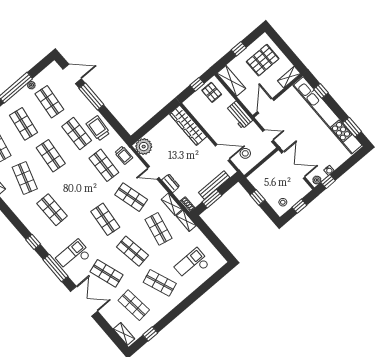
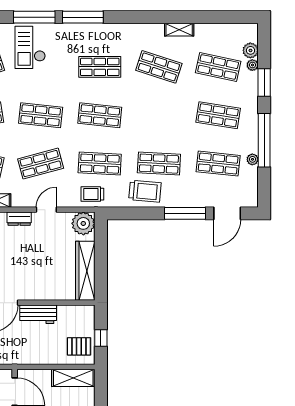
workbench: (239, 115) -> (38, 314), moved, turned 180
wardrobe: (188, 125) -> (85, 271), moved, turned -90
shop shelf: (51, 156) -> (100, 115), moved
window: (33, 242) -> (83, 17), width x2.17
checkout: (74, 256) -> (30, 47), turned 180

